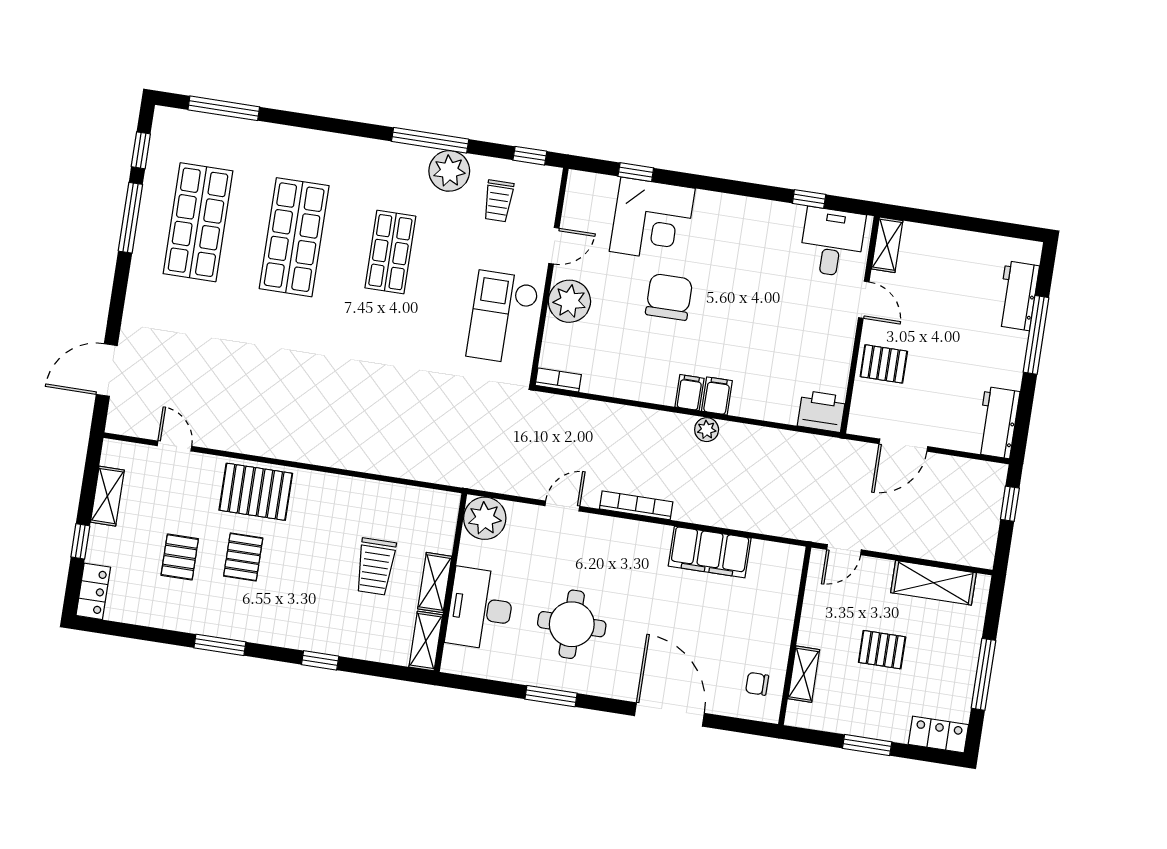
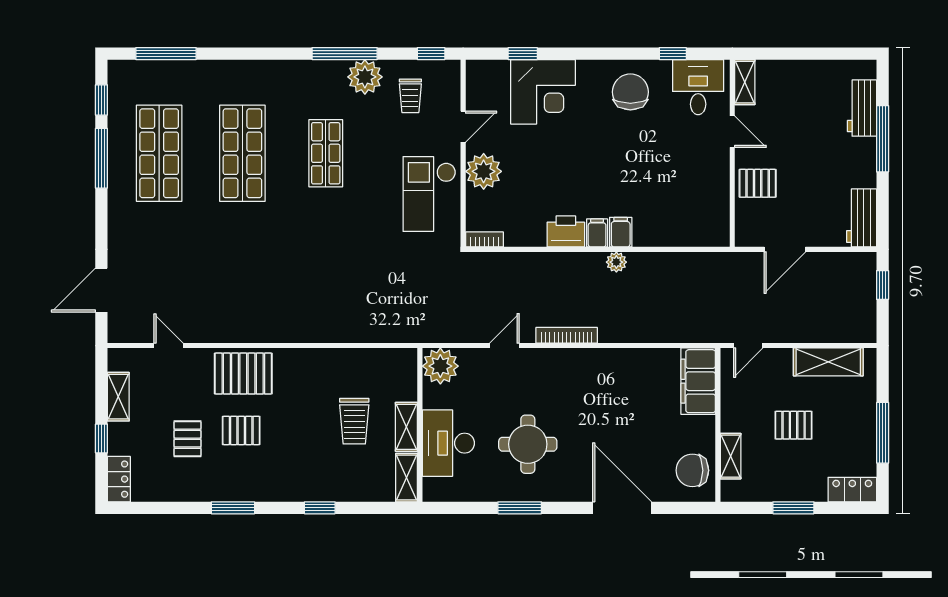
chair: (669, 297) -> (630, 92), moved
printer: (822, 411) -> (566, 231), moved
filing cabinet: (710, 552) -> (698, 381), moved, turned 90
pallet: (243, 557) -> (241, 430), turned 90
chair: (757, 684) -> (692, 470), width x1.87, depth x1.87

